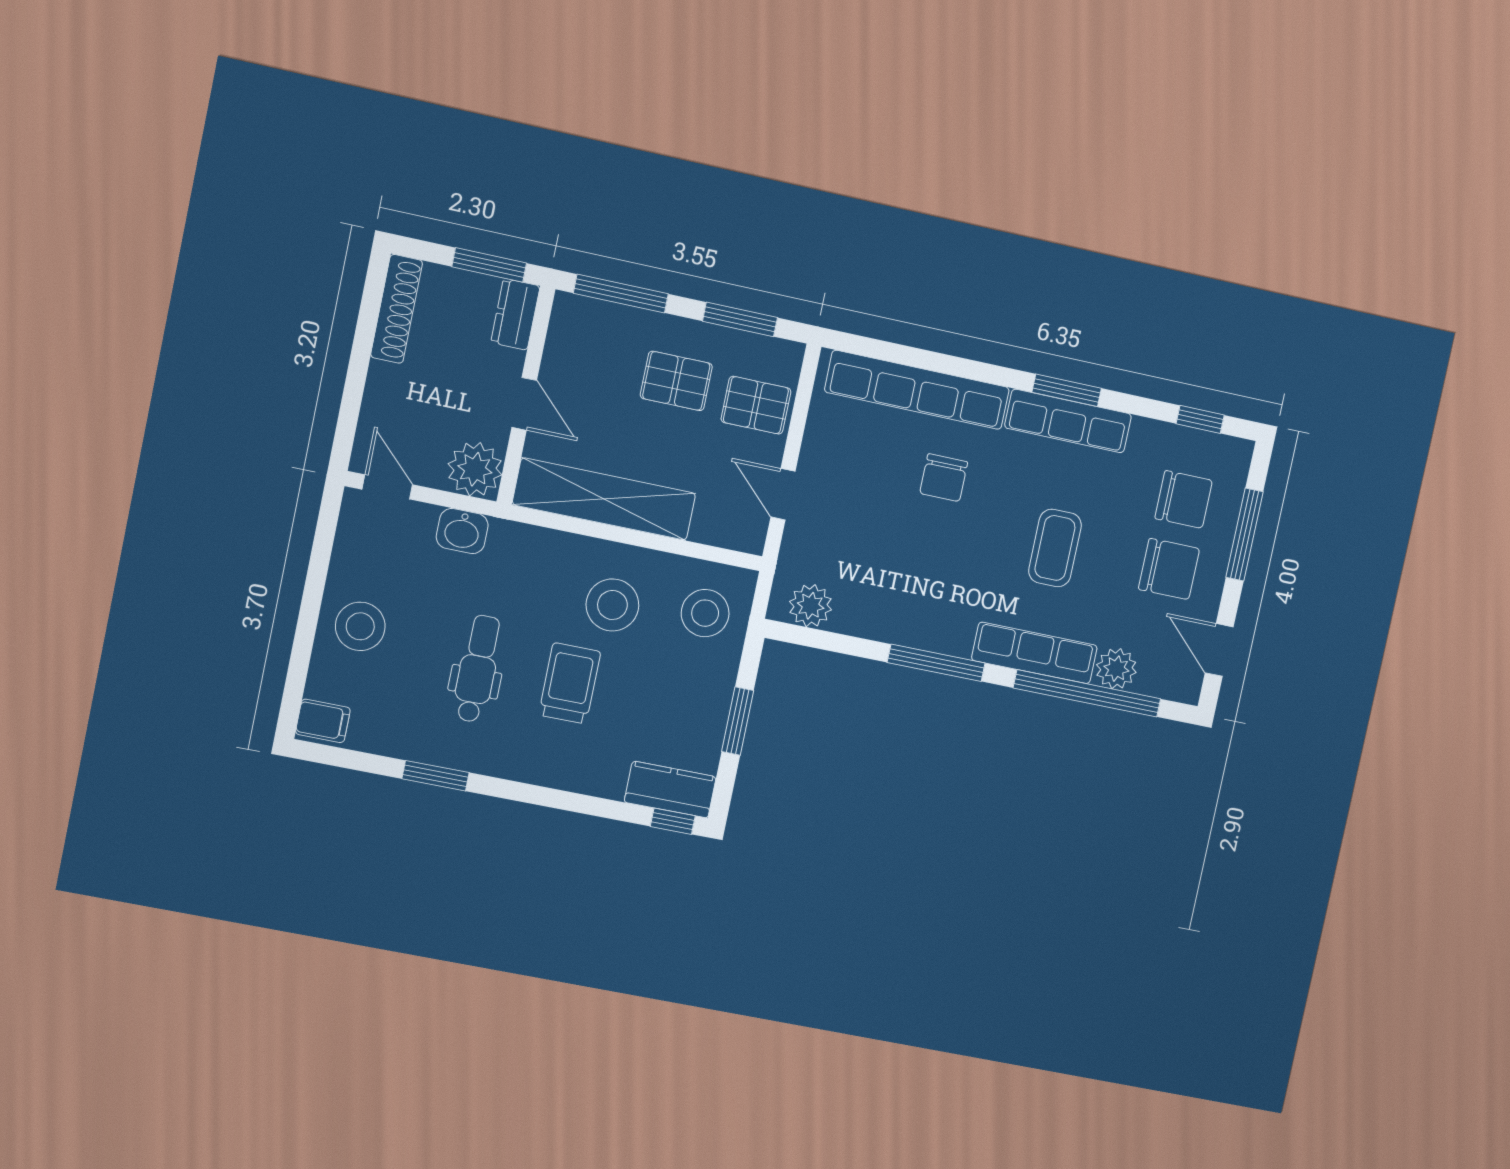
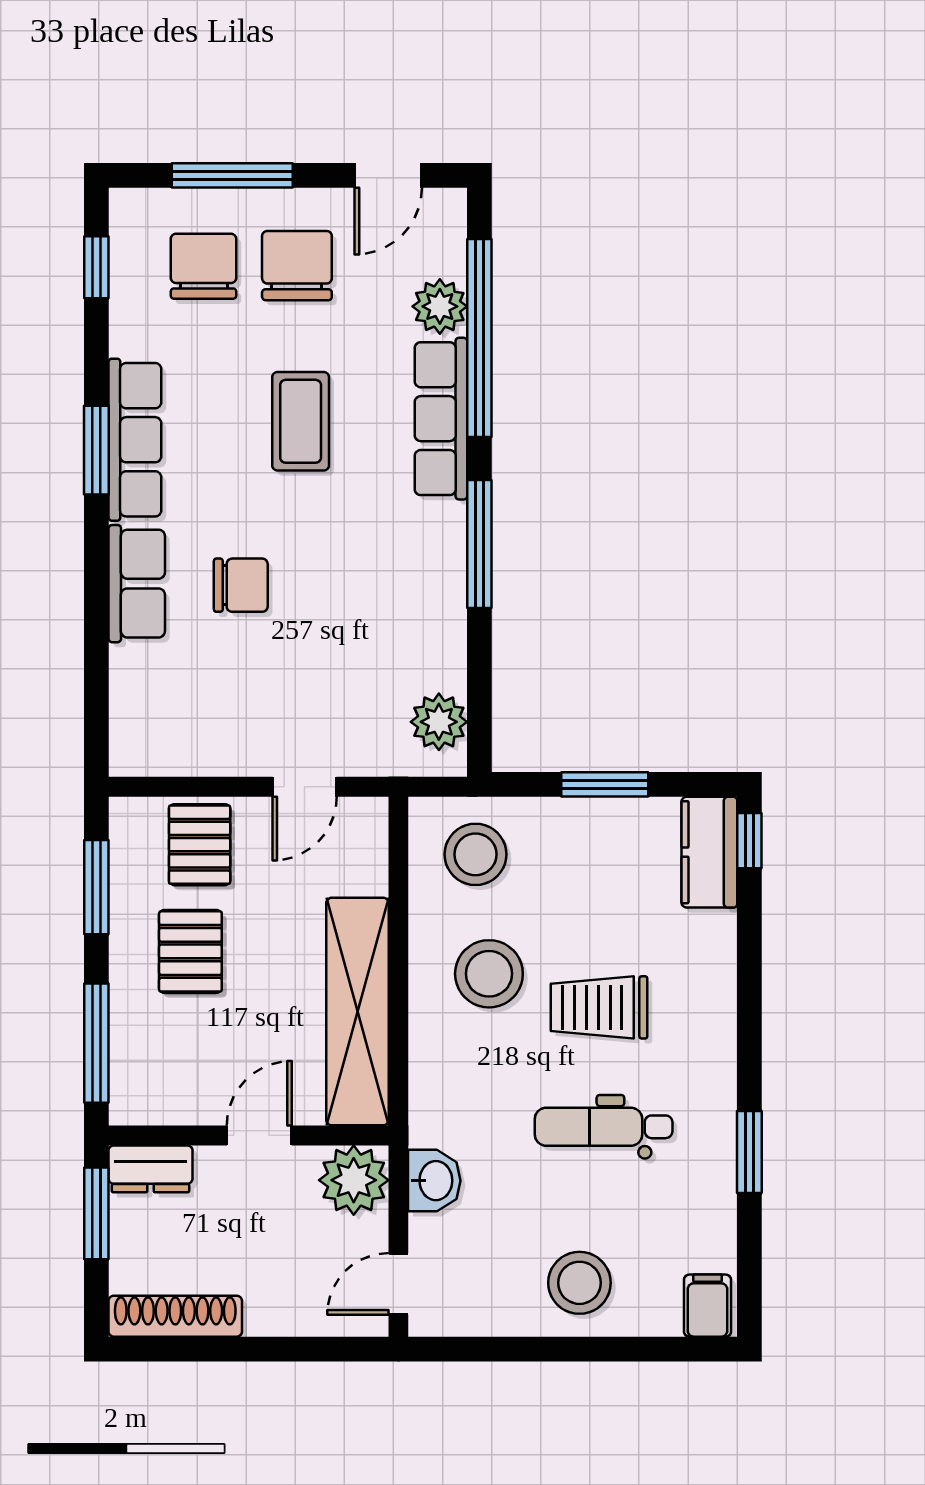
row of seats: (917, 390) -> (137, 584), width x0.50
coffee table: (1055, 548) -> (301, 421), turned 90

